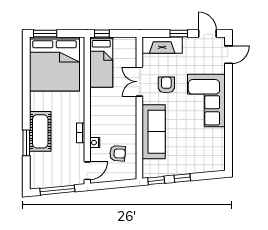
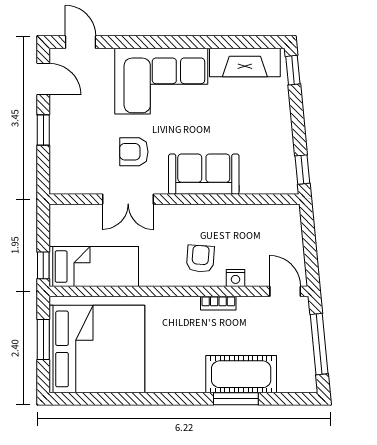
window: (45, 34) -> (43, 340), moved
door: (207, 34) -> (43, 79), swing flipped
fireplace: (162, 45) -> (245, 62), moved, turned 90
cot: (40, 131) -> (241, 374), moved
sofa: (154, 132) -> (204, 174), width x0.73
armchair: (118, 153) -> (200, 259), moved
window: (182, 178) -> (293, 70), moved

